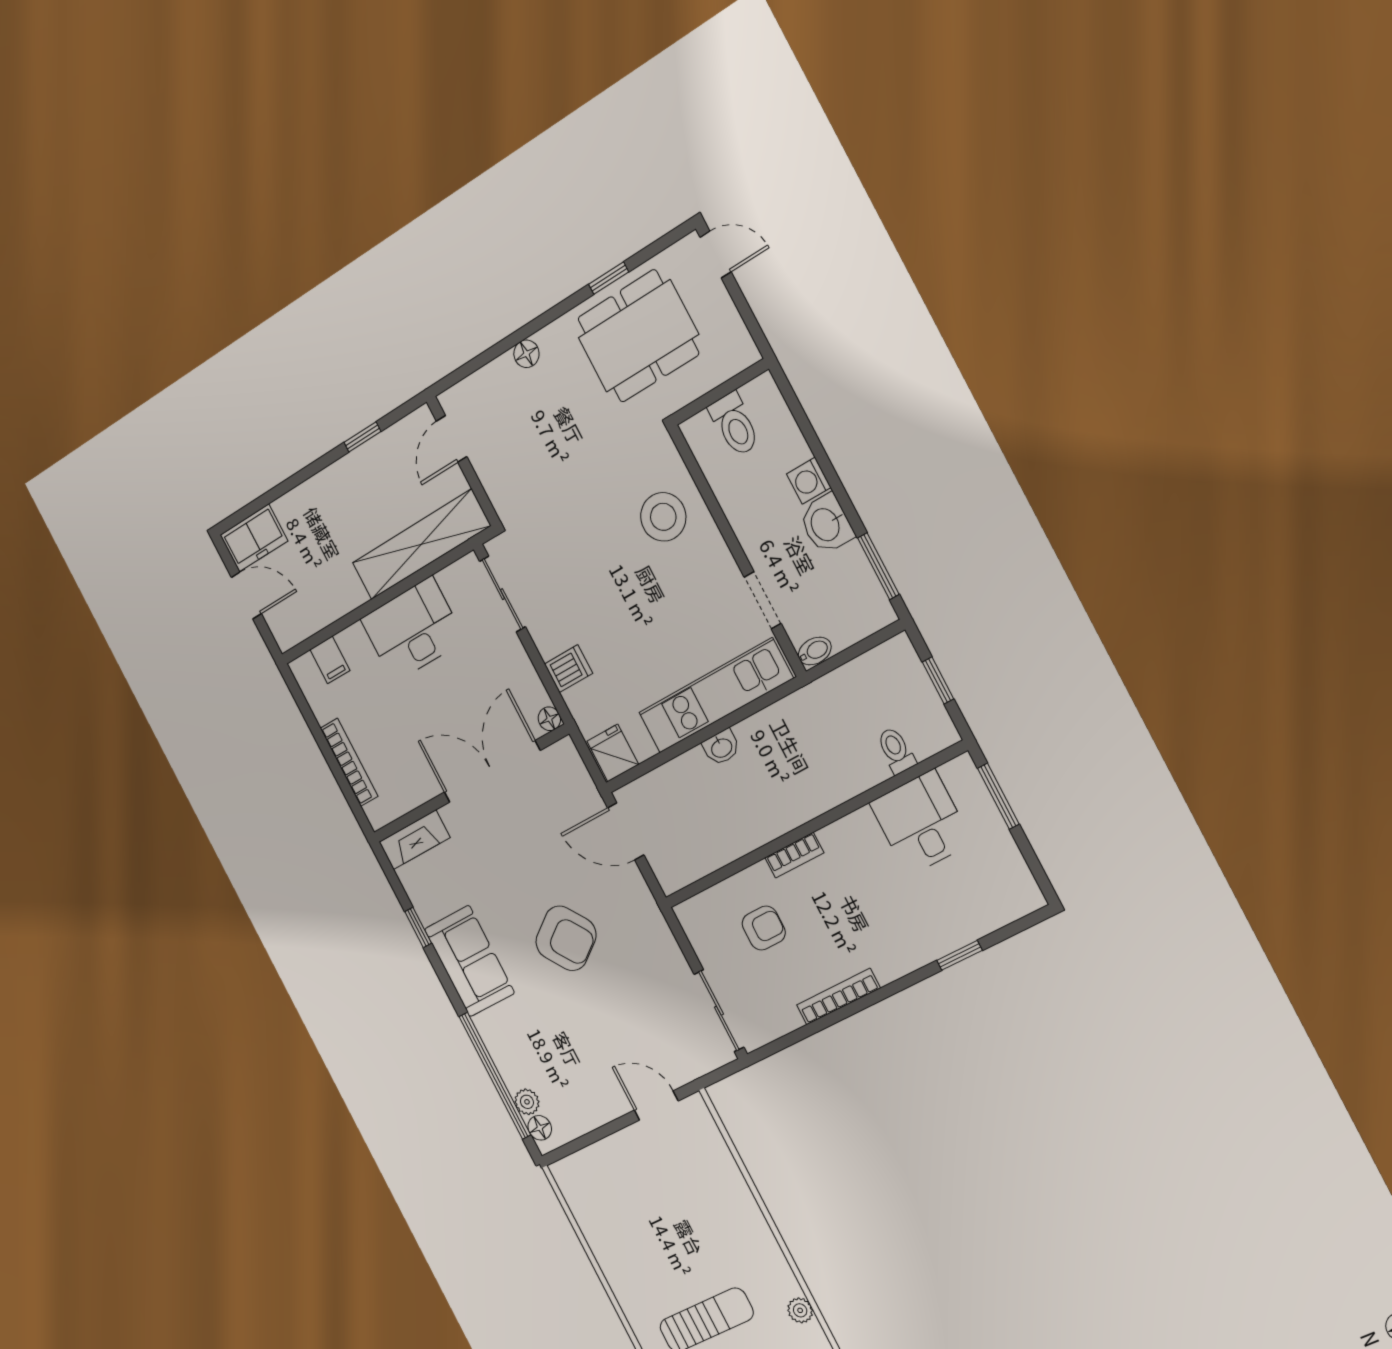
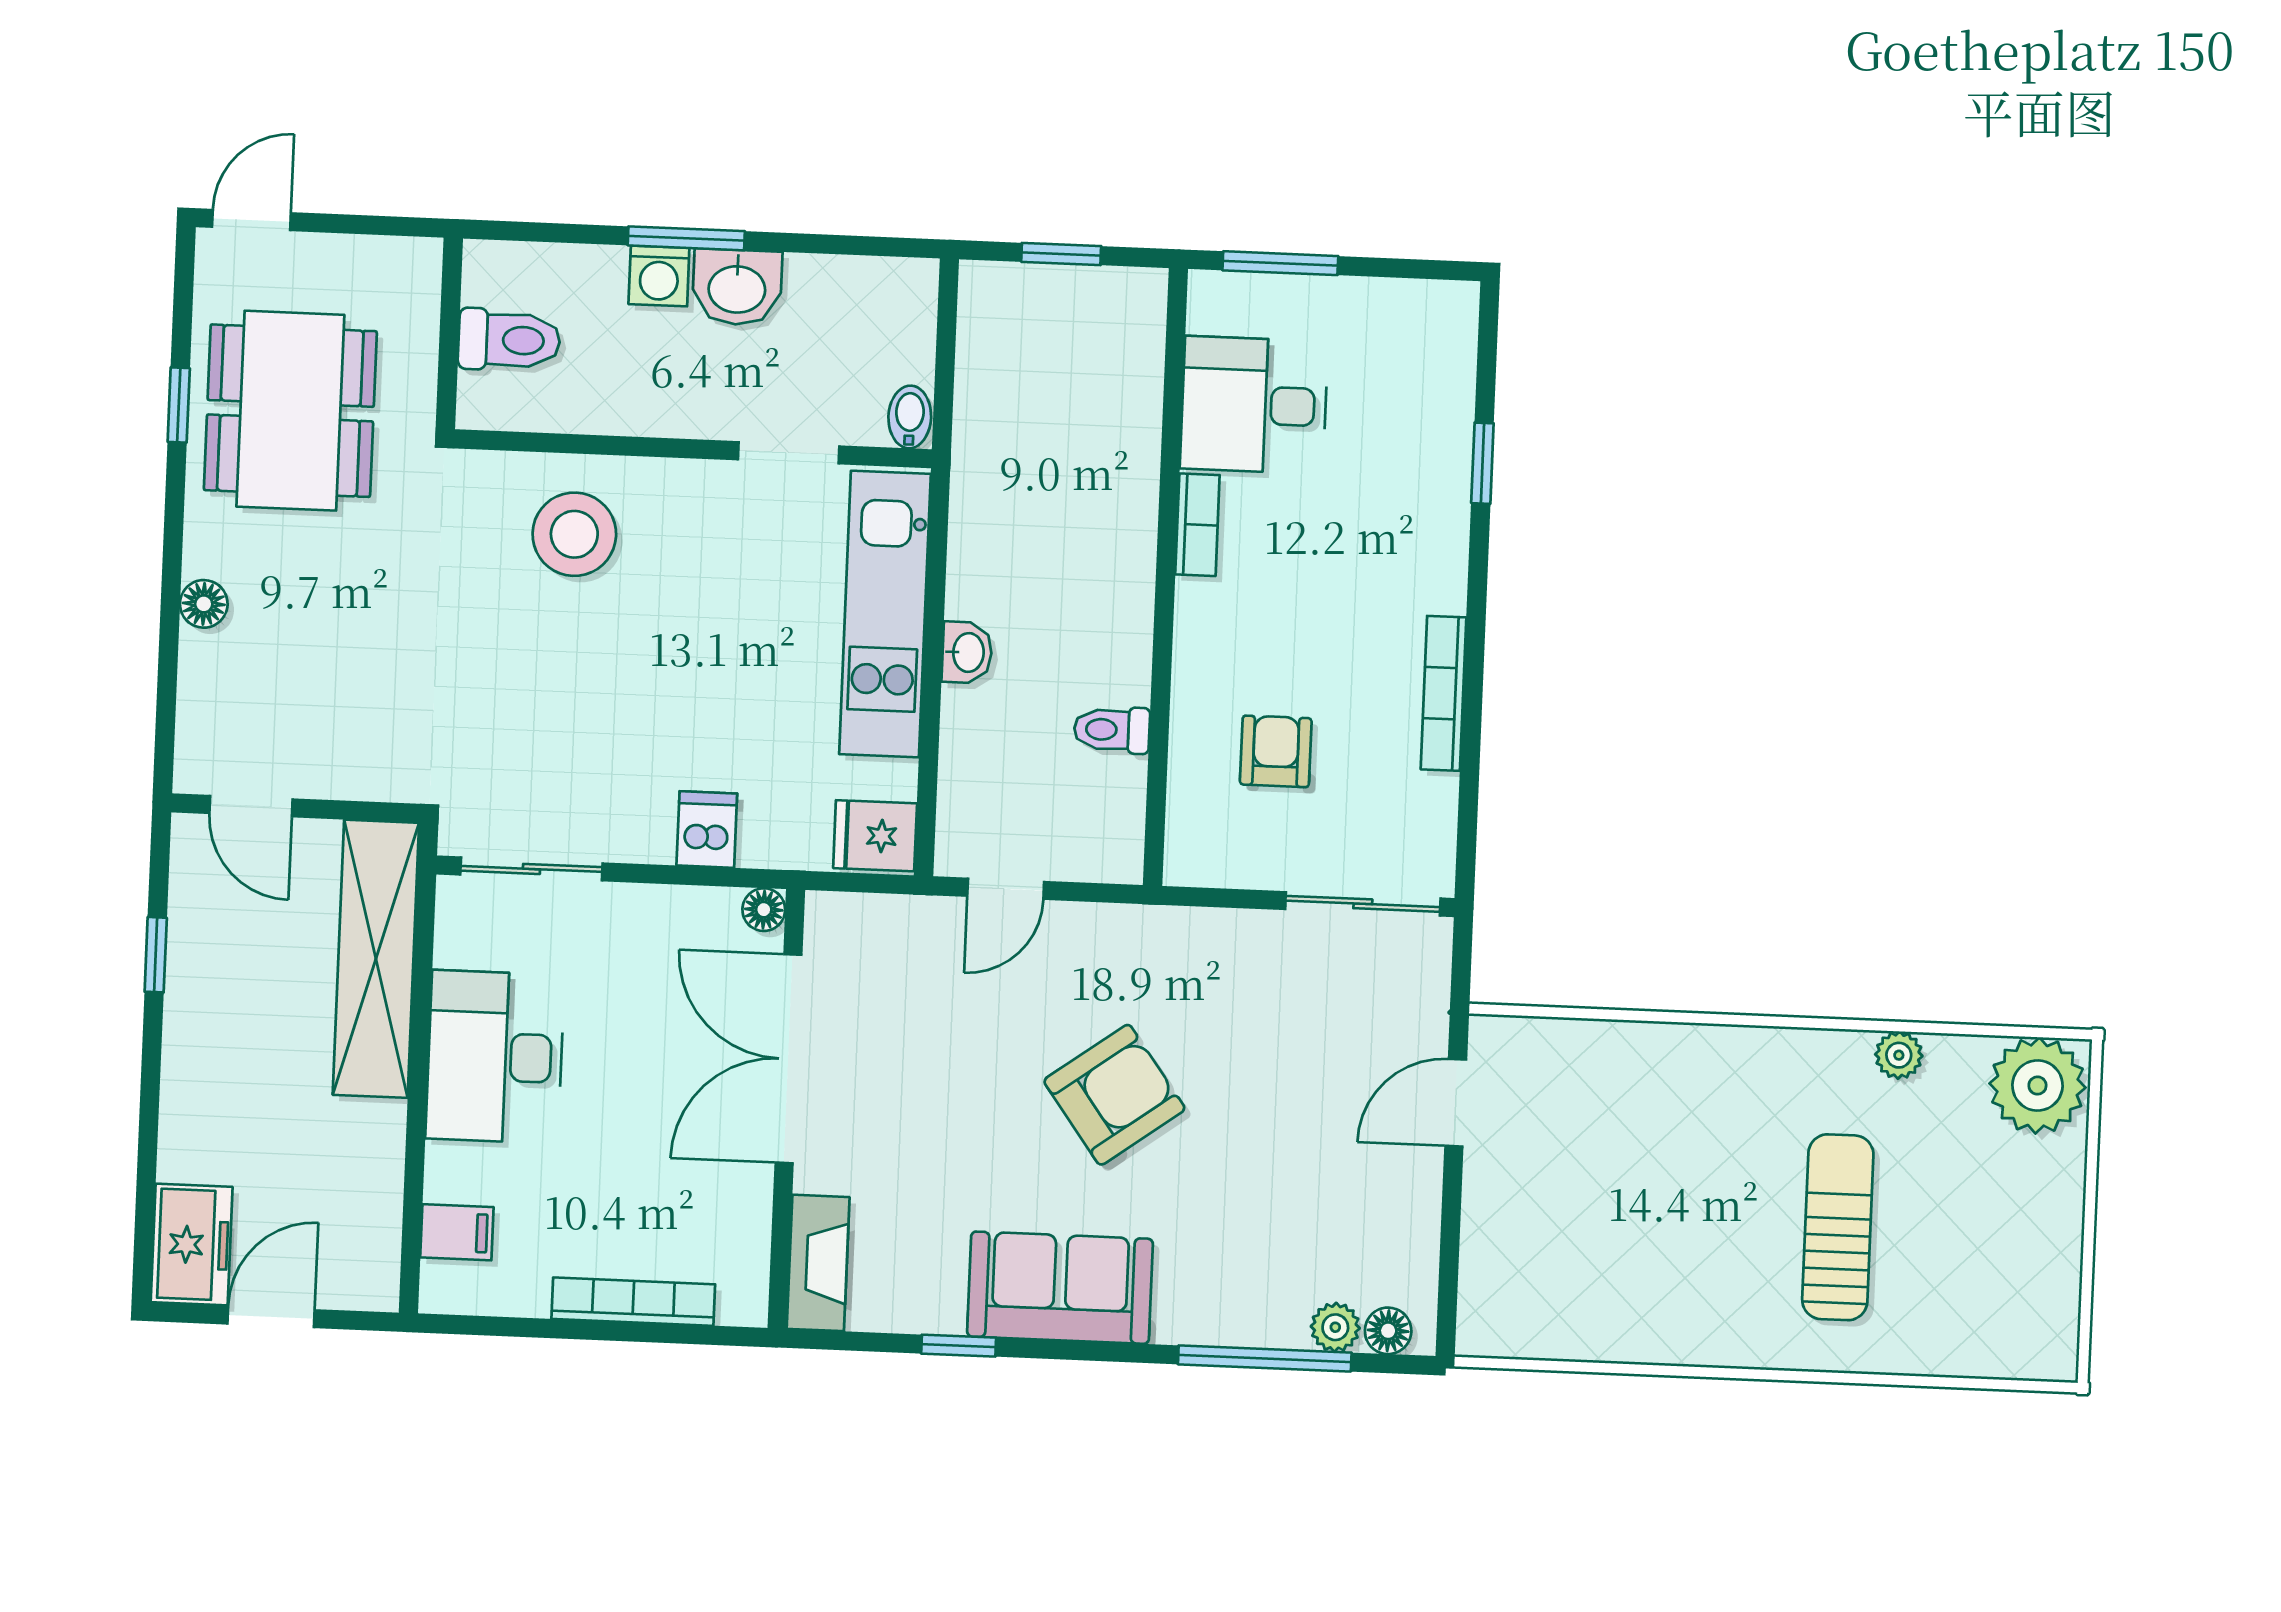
window: (878, 566) -> (686, 238), moved
toilet: (896, 750) -> (1112, 730), moved
door: (626, 831) -> (1006, 889), width x0.73
bookcase: (794, 855) -> (1197, 525), moved
window: (495, 1076) -> (1265, 1358), width x0.68

